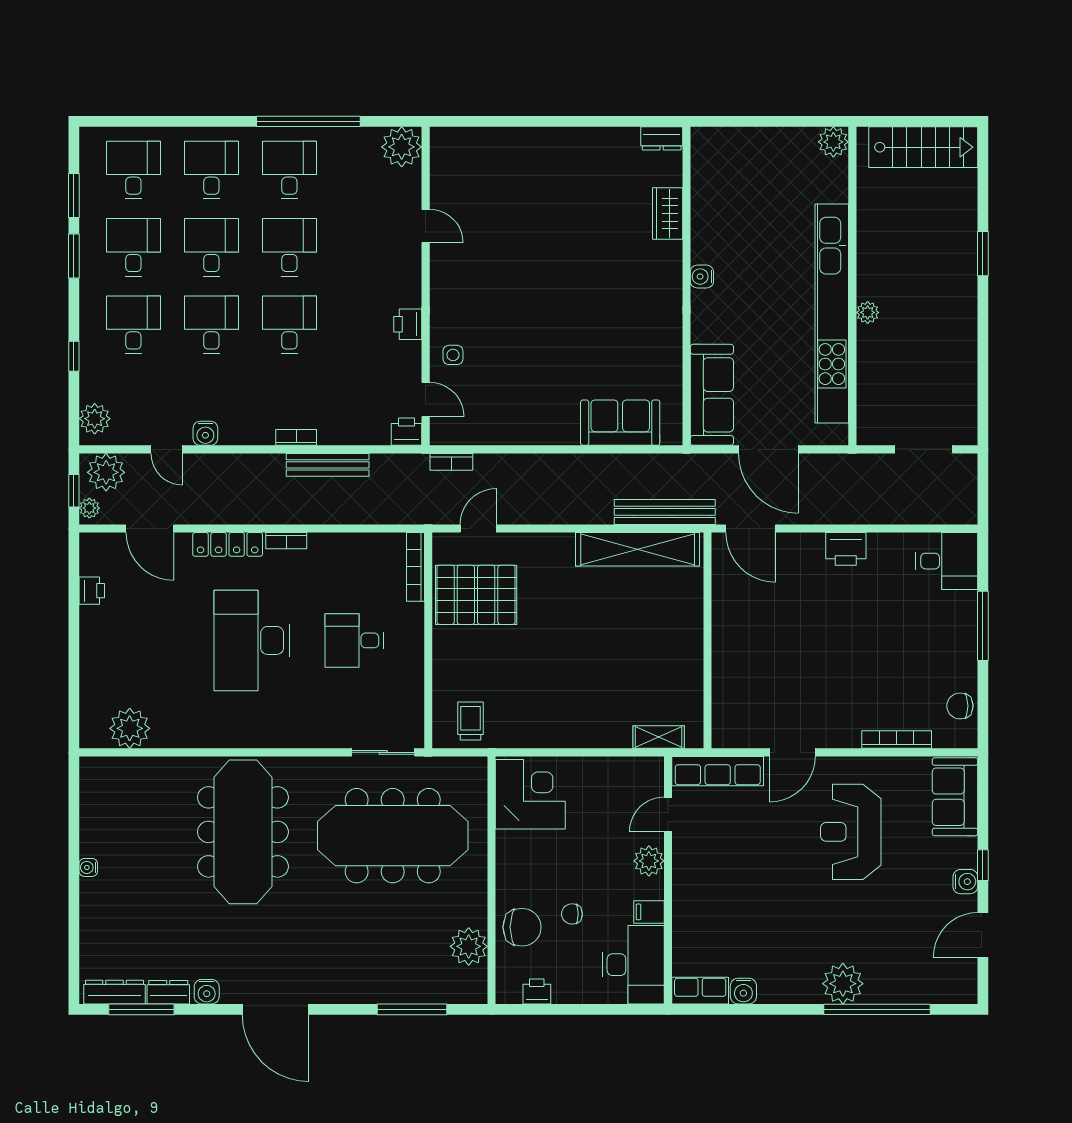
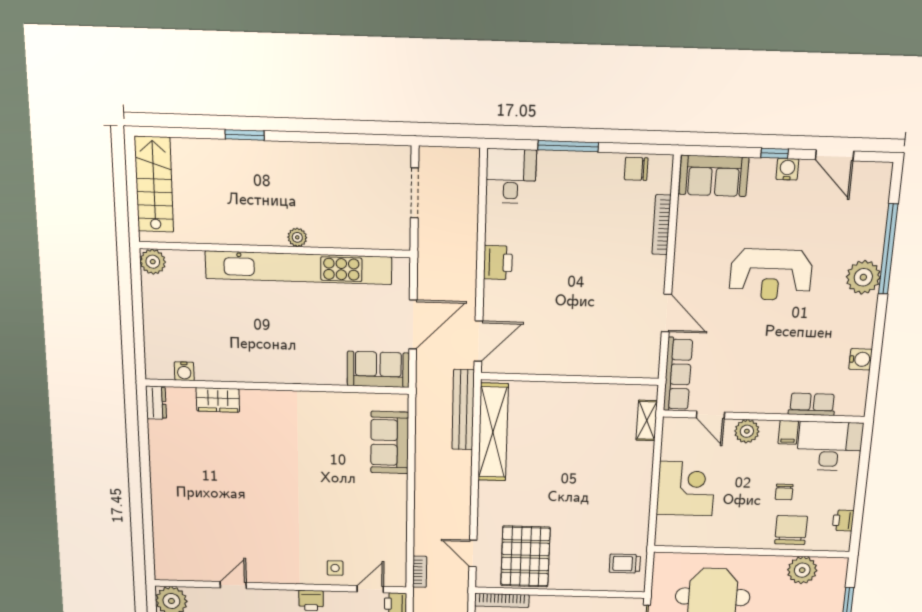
water cooler: (702, 277) -> (184, 371), moved
sofa: (712, 395) -> (378, 369), width x0.73
chair: (960, 706) -> (636, 169), turned 90
corner desk: (530, 794) -> (686, 489), moved, turned 90
reception desk: (851, 832) -> (771, 275), moved
row of seats: (700, 991) -> (812, 404), moved, turned 90

